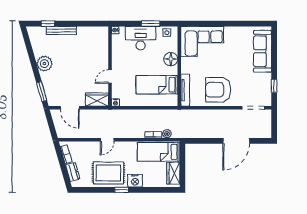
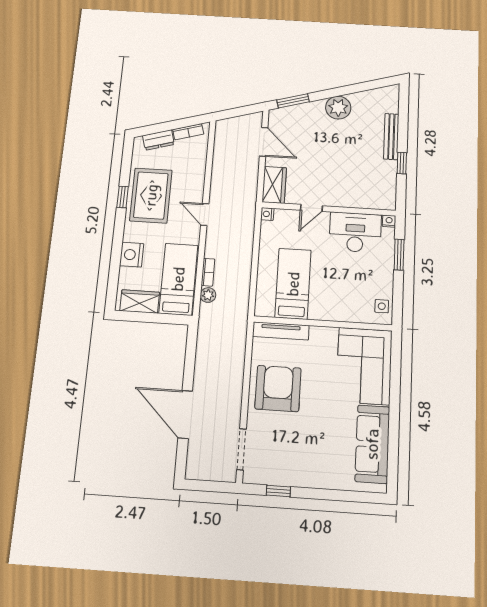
window: (48, 24) -> (402, 163), moved
window: (151, 24) -> (399, 255), moved
desk: (141, 38) -> (355, 232), moved, turned -90
sofa: (263, 51) -> (372, 444), moved, turned -90
floor lamp: (171, 59) -> (336, 310), removed
door: (110, 77) -> (311, 208), swing flipped
door: (70, 108) -> (264, 142), swing flipped
door: (107, 140) -> (205, 214), moved
nightstand: (135, 181) -> (132, 255), moved
window: (122, 190) -> (123, 197), moved

